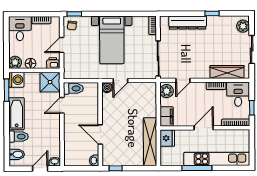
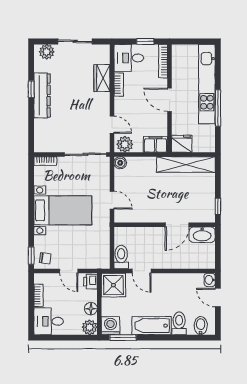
dresser: (188, 23) -> (42, 95), moved
wardrobe: (227, 72) -> (102, 78), width x0.67
boiler: (107, 87) -> (120, 163), moved
washbasin: (94, 160) -> (202, 235), width x1.91, depth x1.45

